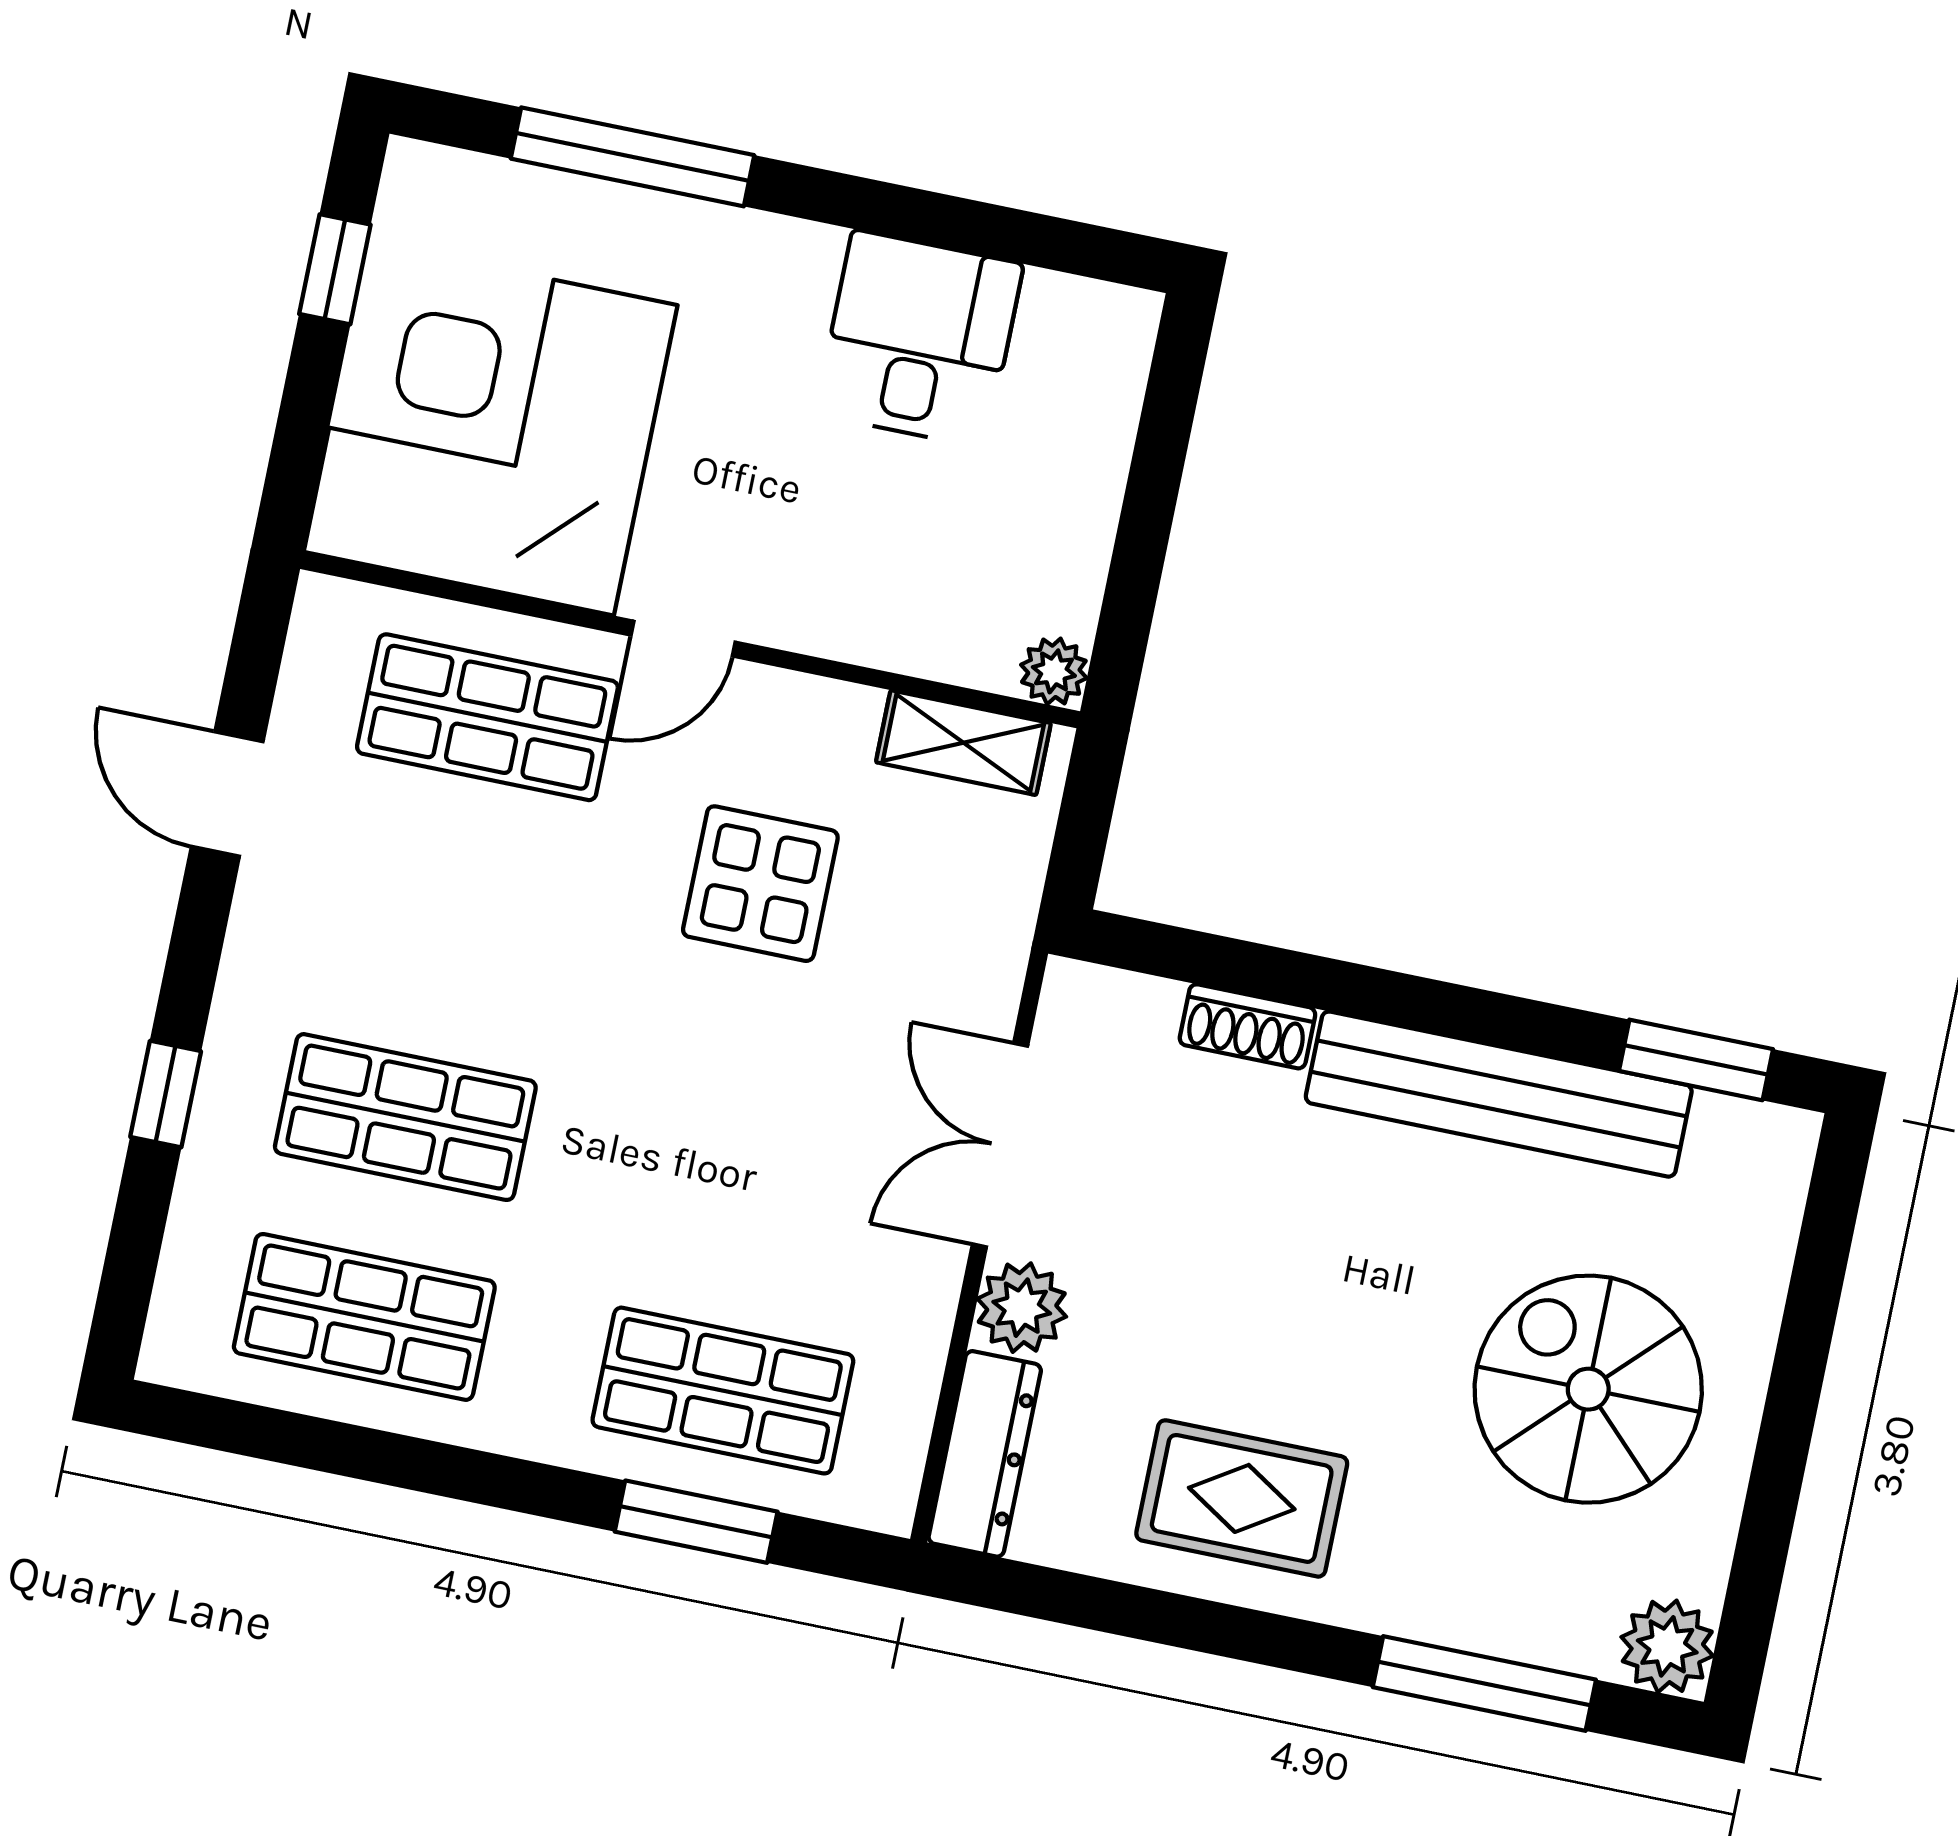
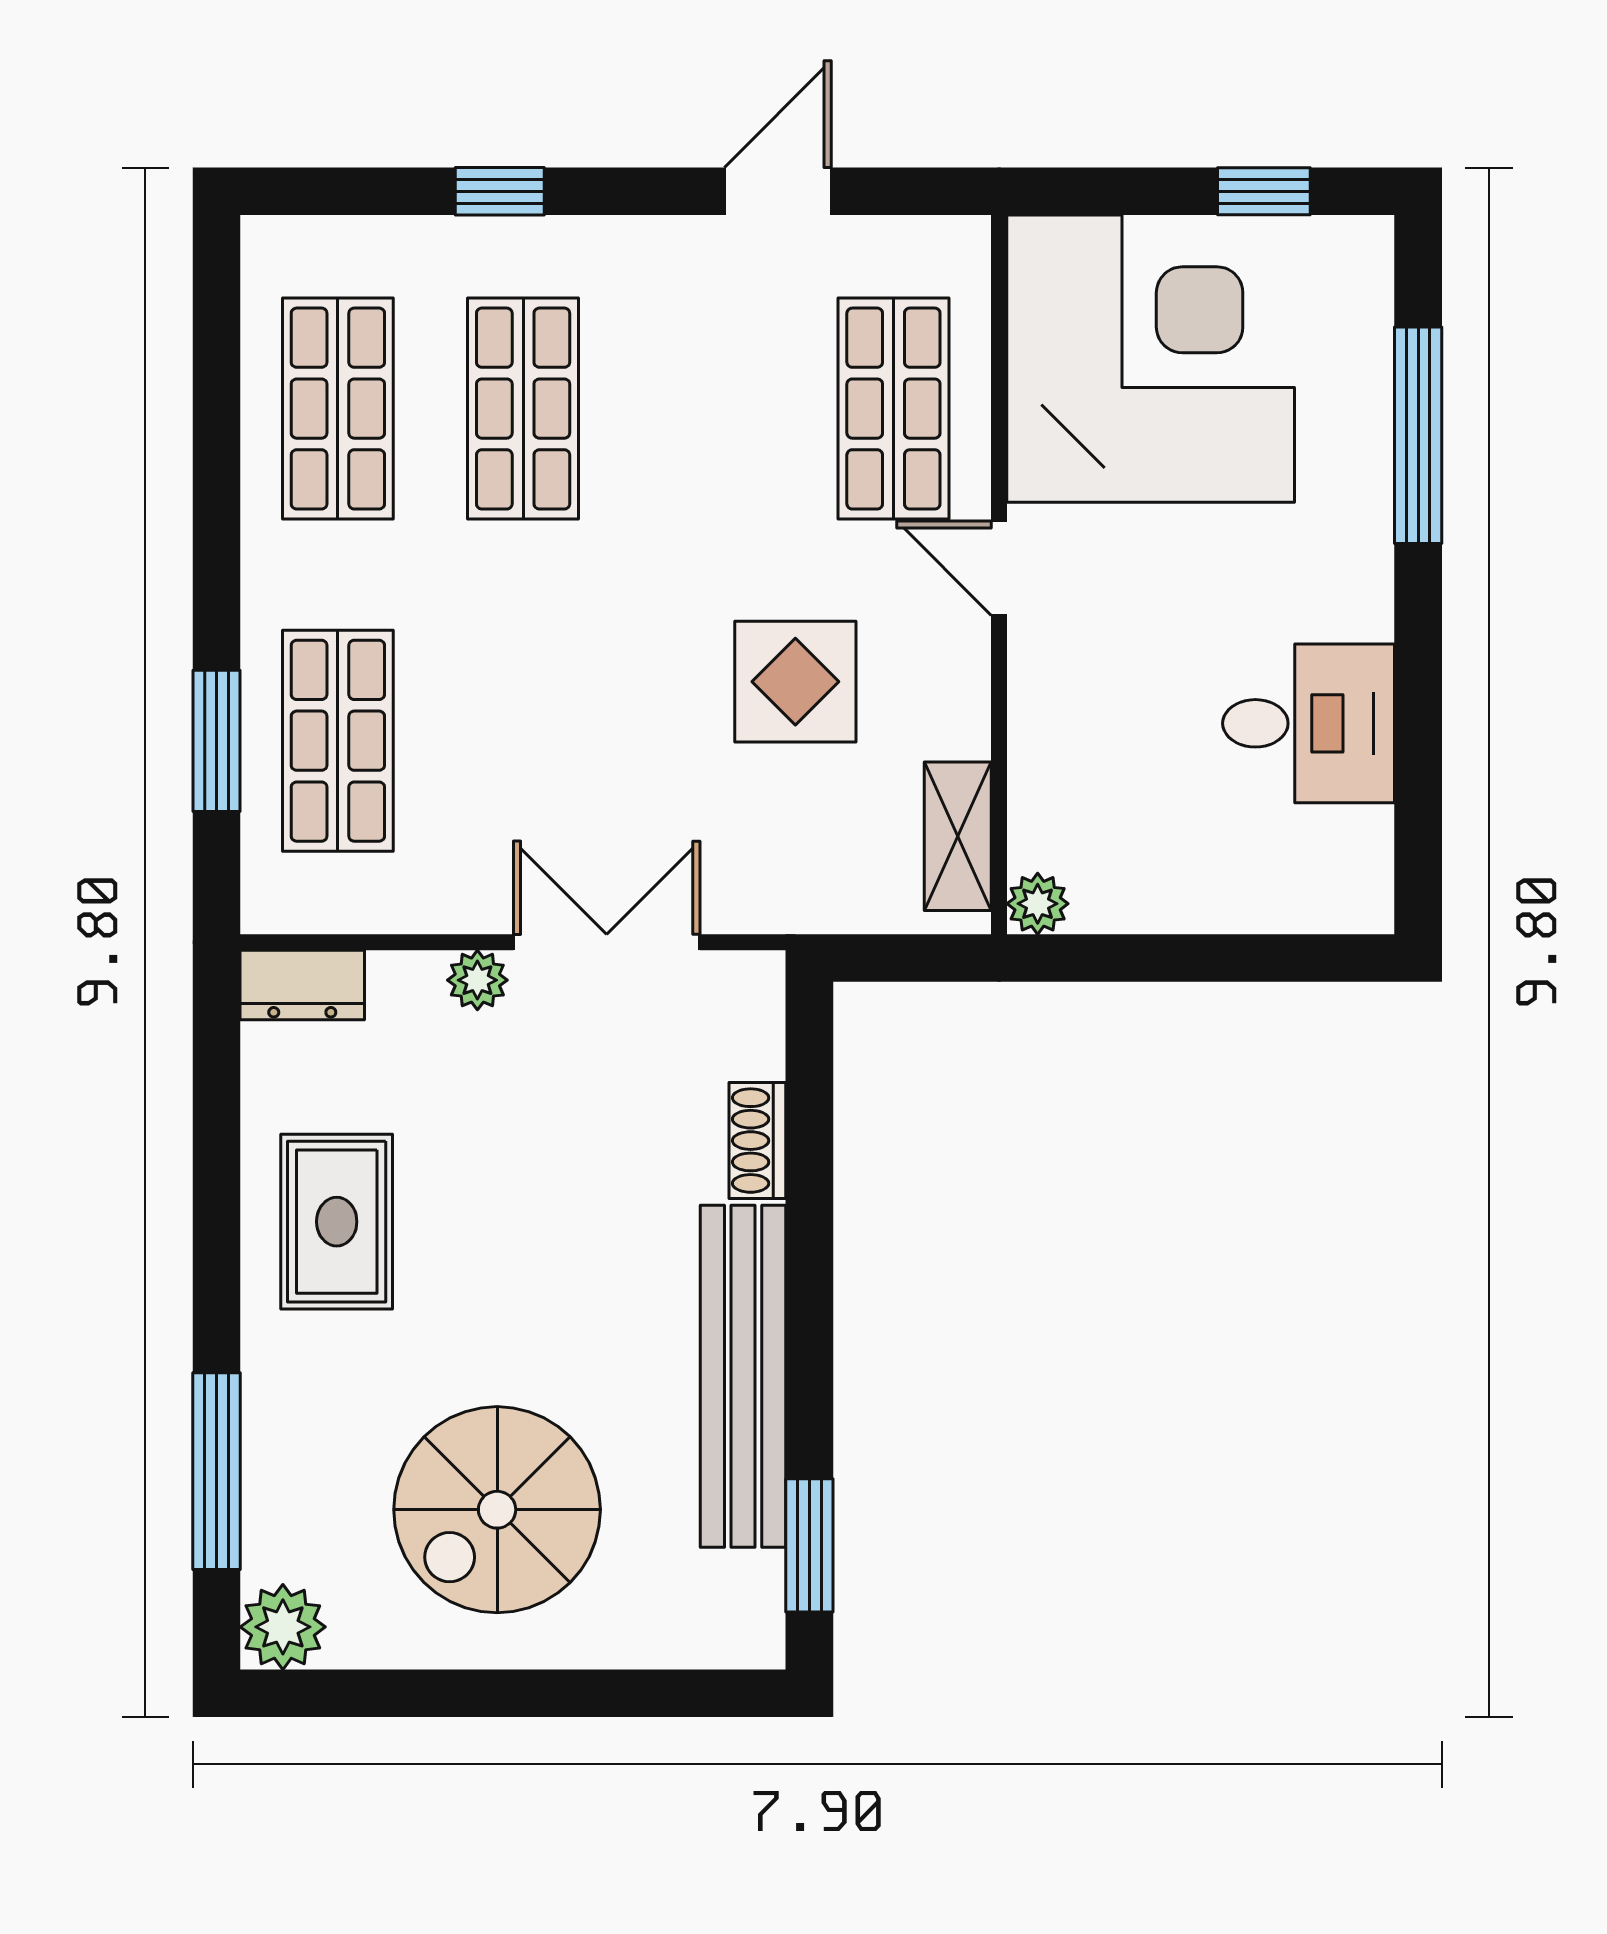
plant: (1022, 1308) -> (477, 980), width x0.73, depth x0.73
spiral stairs: (1588, 1389) -> (497, 1510), turned 180
dresser: (985, 1454) -> (302, 985), width x0.70

